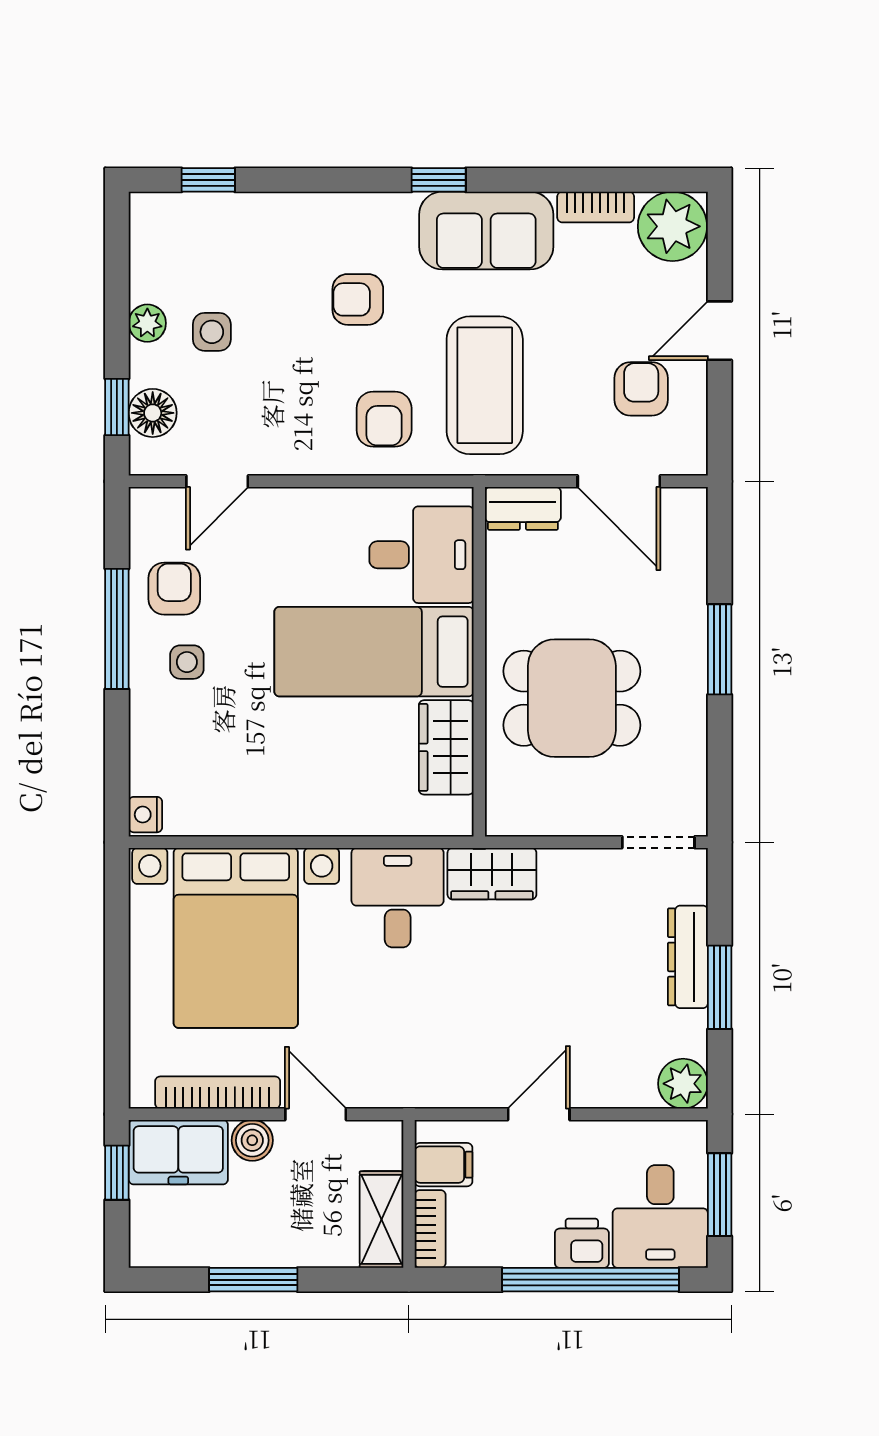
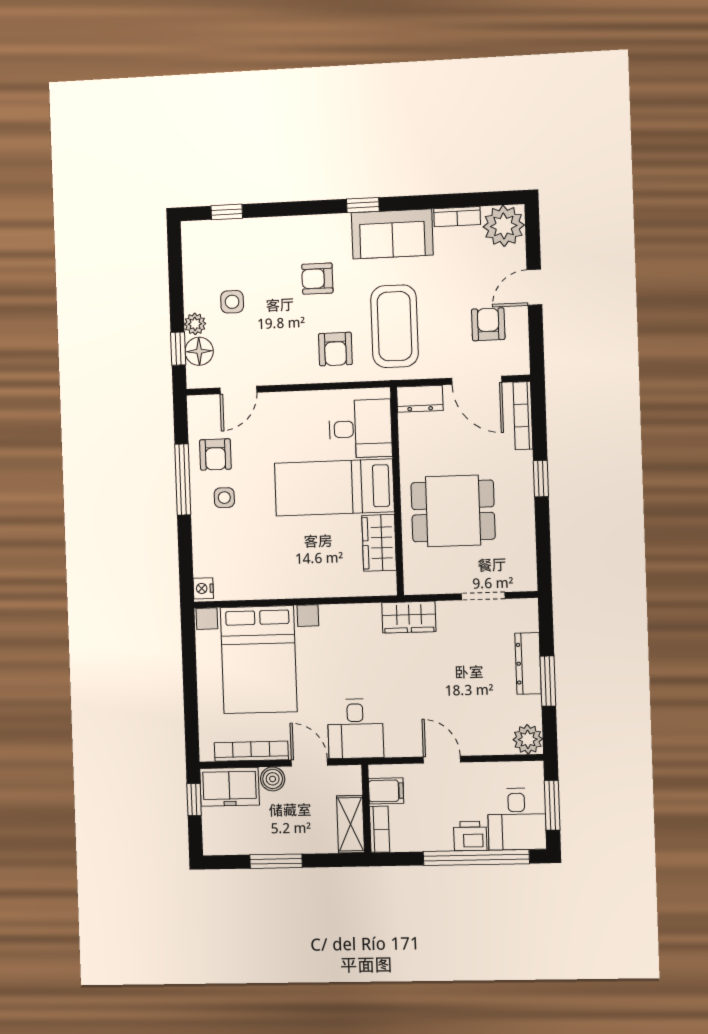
plant: (147, 323) -> (195, 324), moved
bookcase: (694, 543) -> (523, 416), added
armchair: (174, 589) -> (215, 454), turned 180
window: (720, 649) -> (541, 479), width x0.67
doorway: (658, 842) -> (483, 596), moved
desk: (398, 898) -> (356, 729), moved, turned 180
door: (539, 1114) -> (442, 760), hinge flipped

